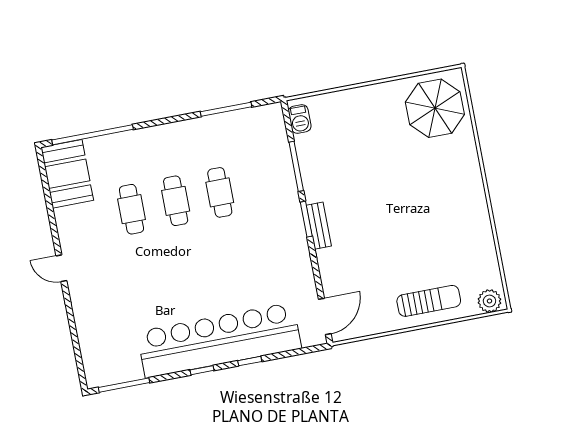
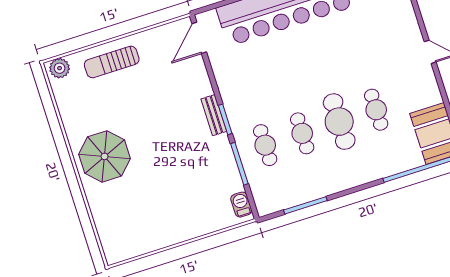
parasol: (435, 108) -> (105, 156), moved
cafe table: (264, 184) -> (265, 145), added
cafe table: (176, 201) -> (339, 122), width x1.37, depth x1.35

